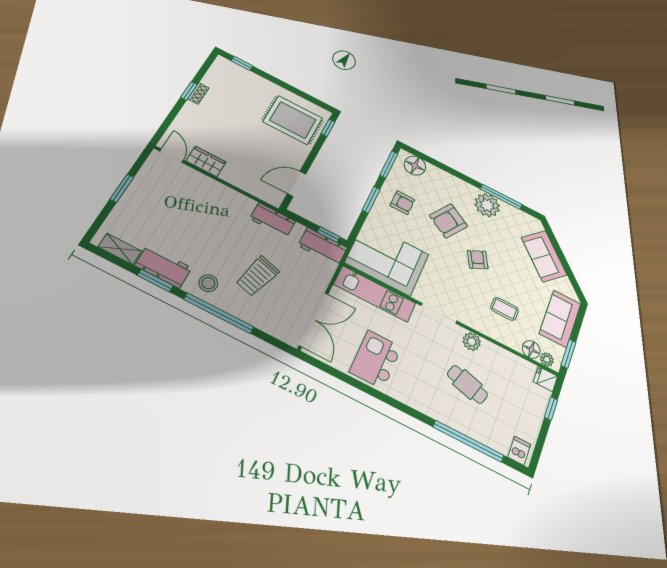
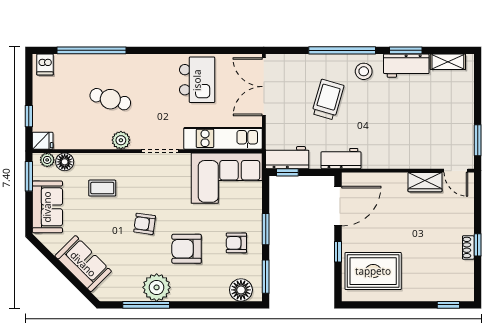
window: (328, 128) -> (338, 252), moved
door: (297, 184) -> (338, 206), width x1.36
window: (122, 188) -> (478, 140), moved
armchair: (448, 221) -> (187, 249), turned -122
armchair: (478, 260) -> (145, 224), turned 126

